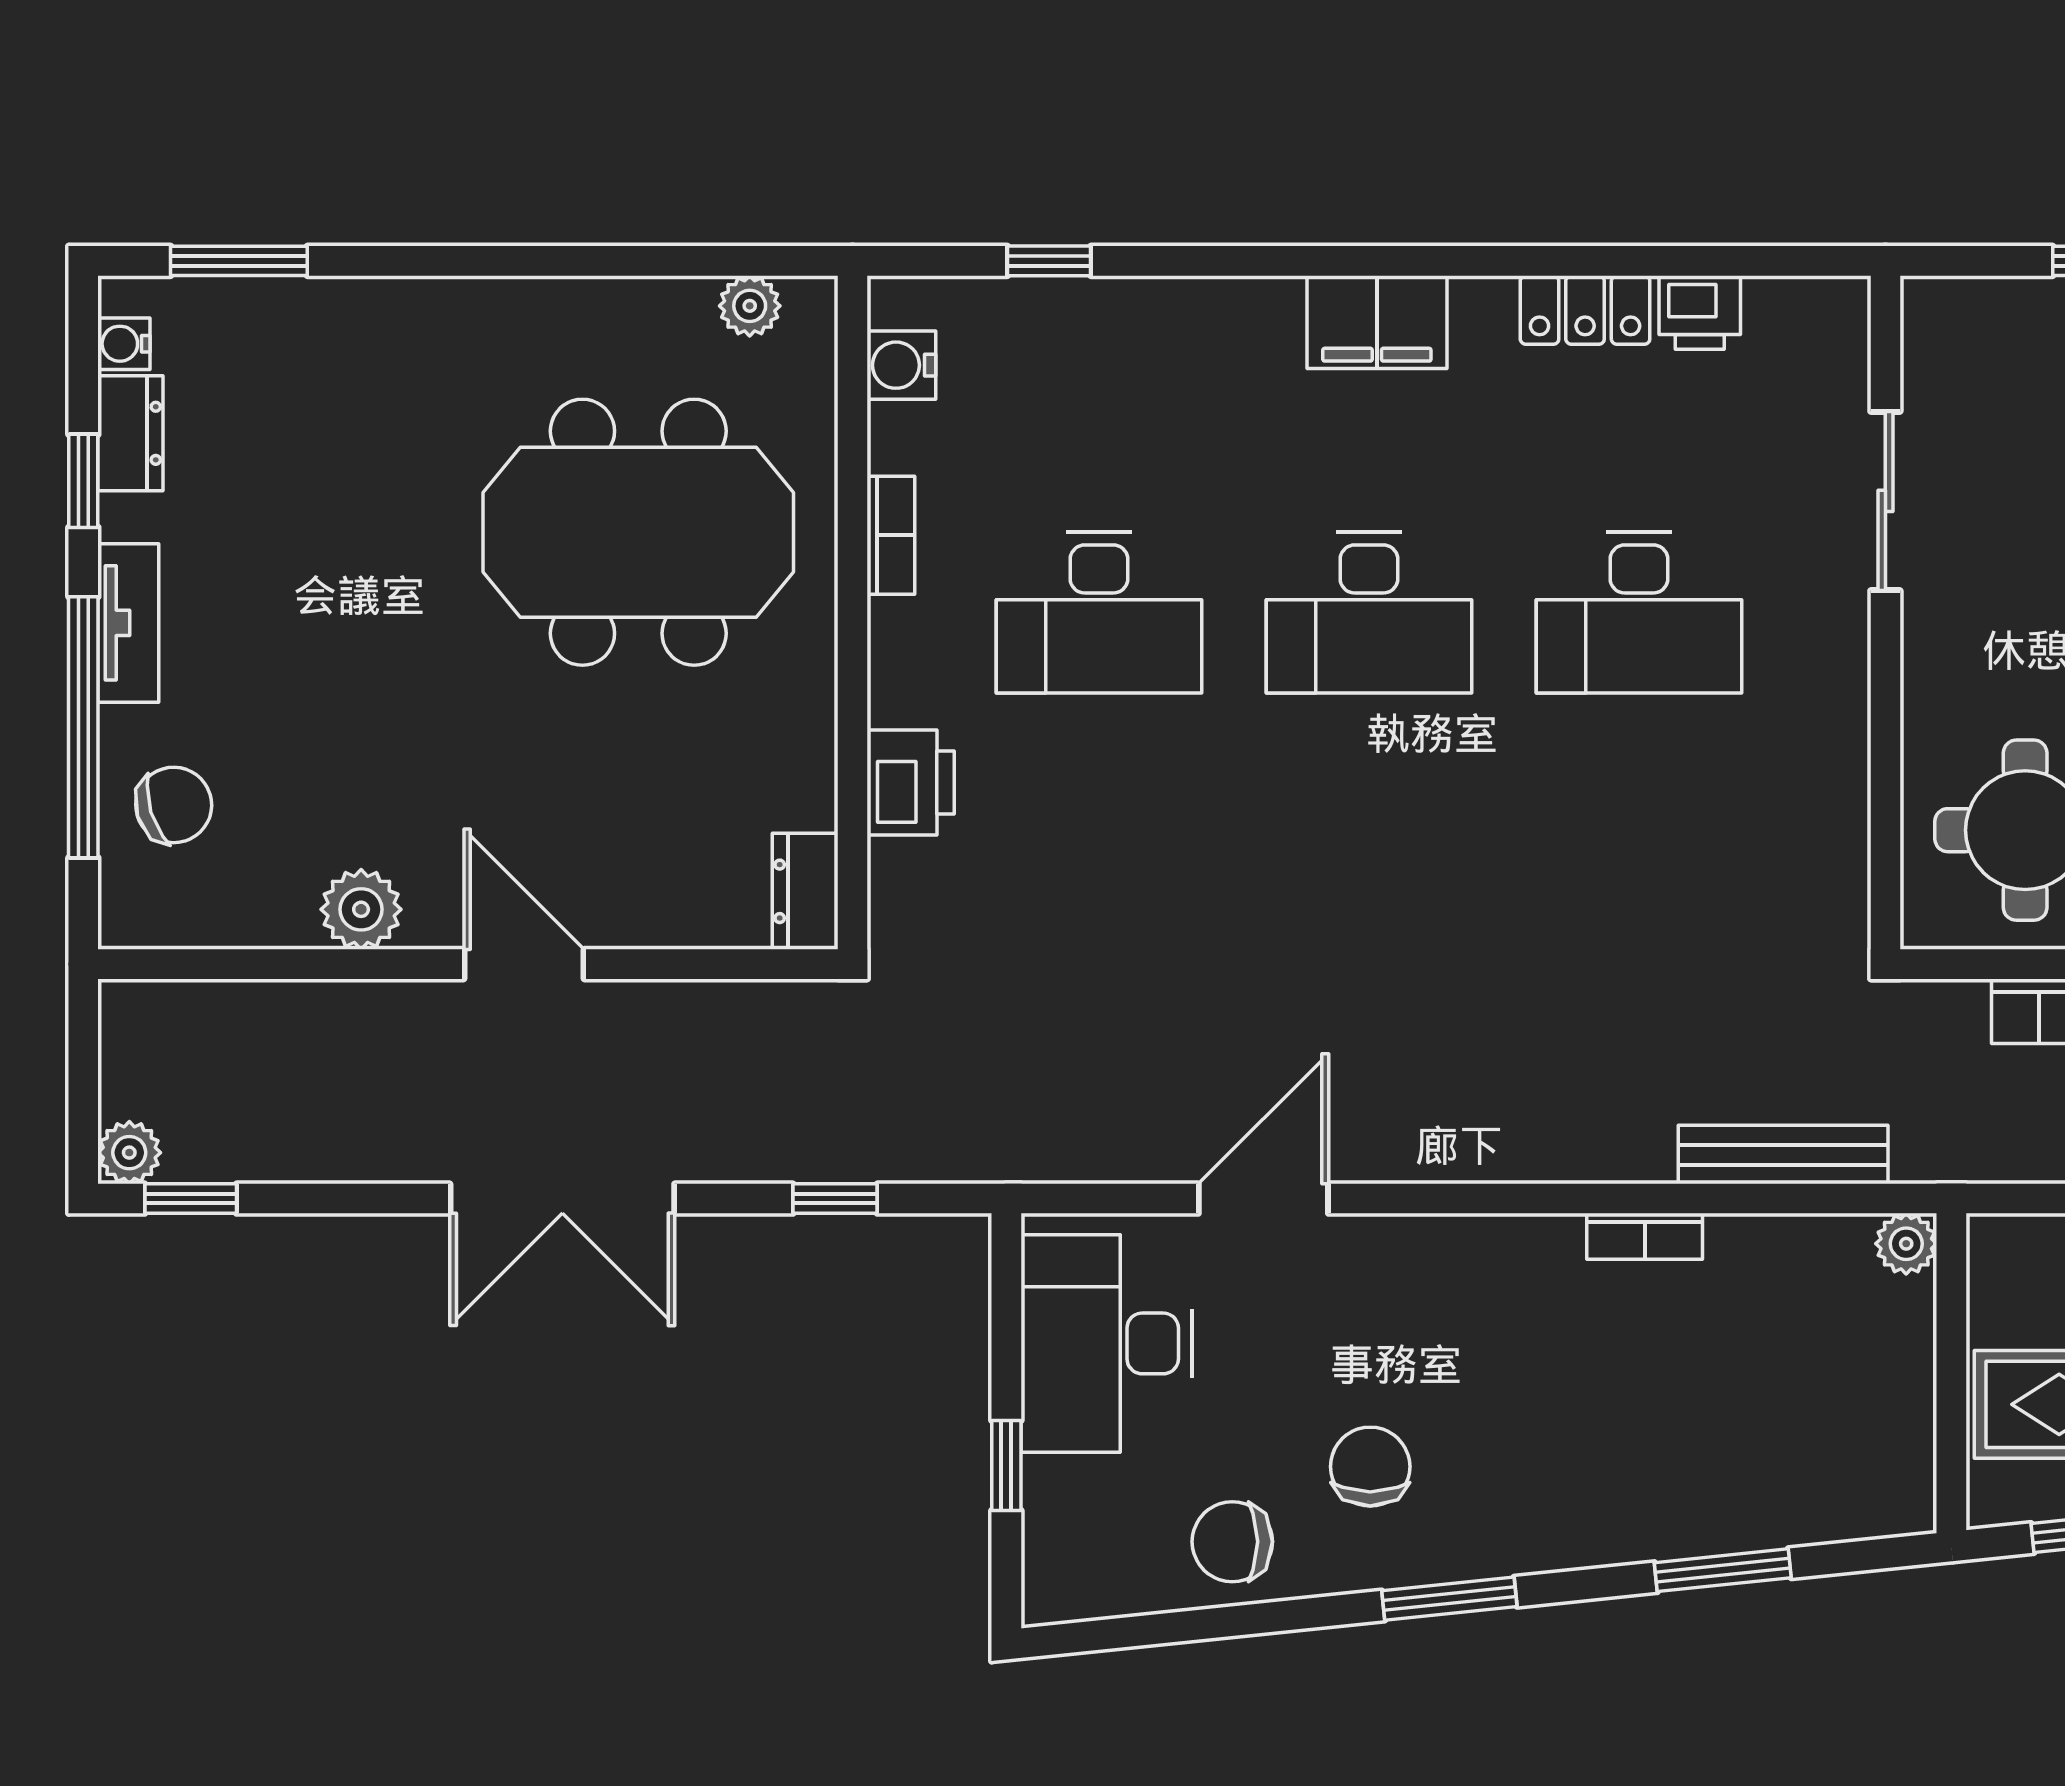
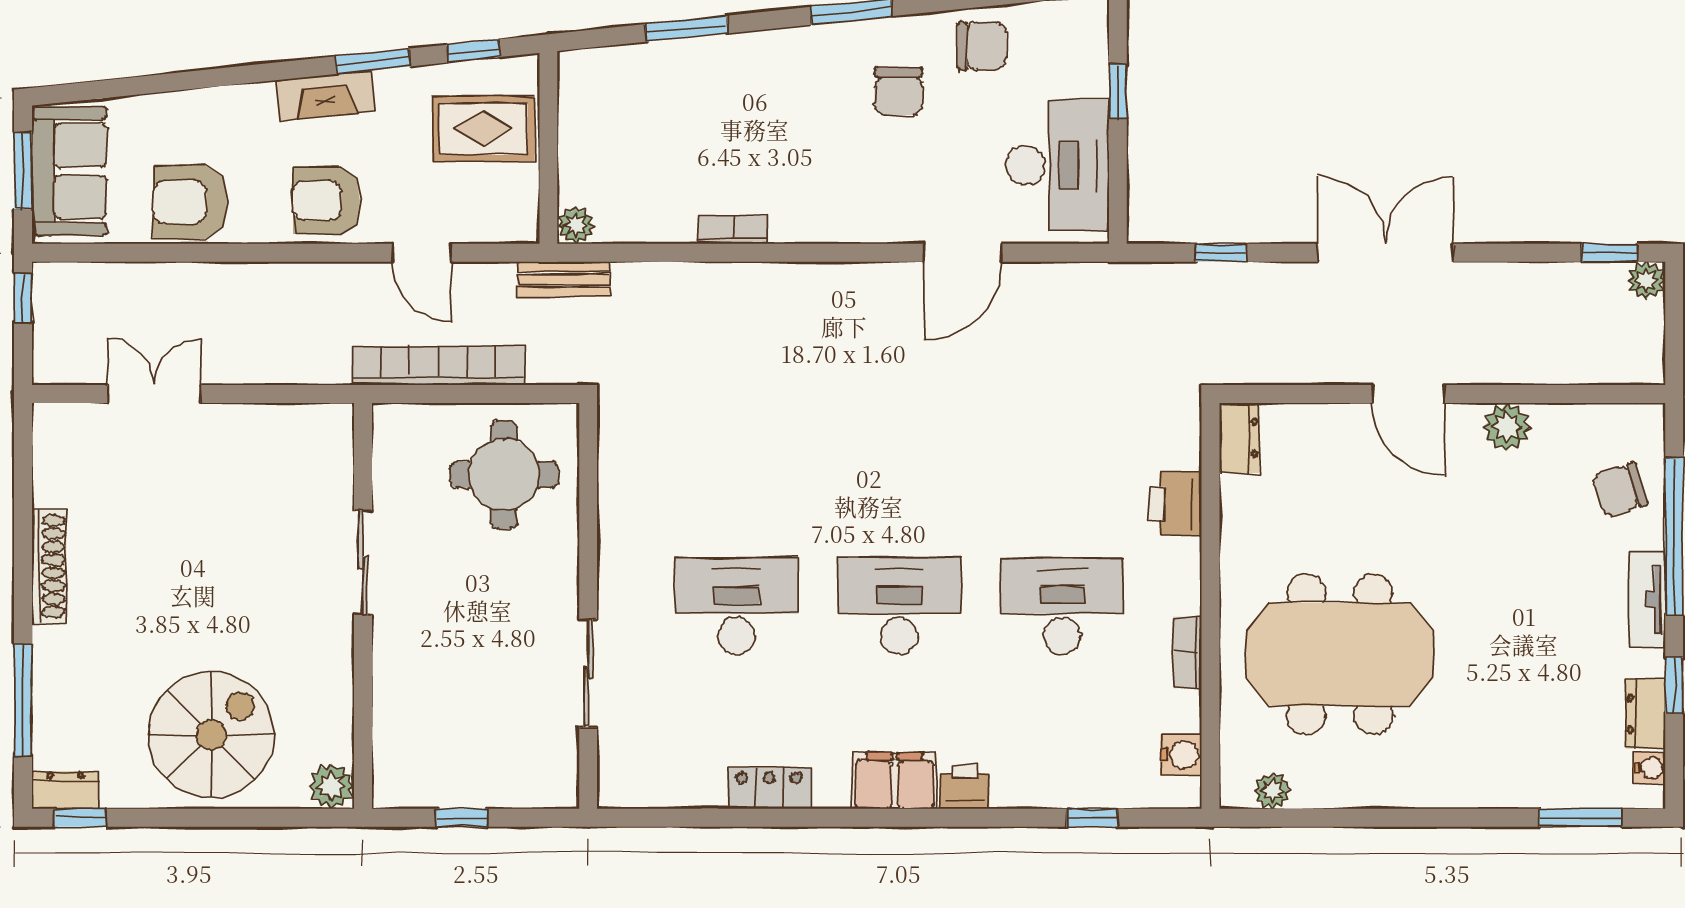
printer: (1700, 312) -> (965, 787), moved
bench: (1783, 1155) -> (564, 279), moved, width x0.73

